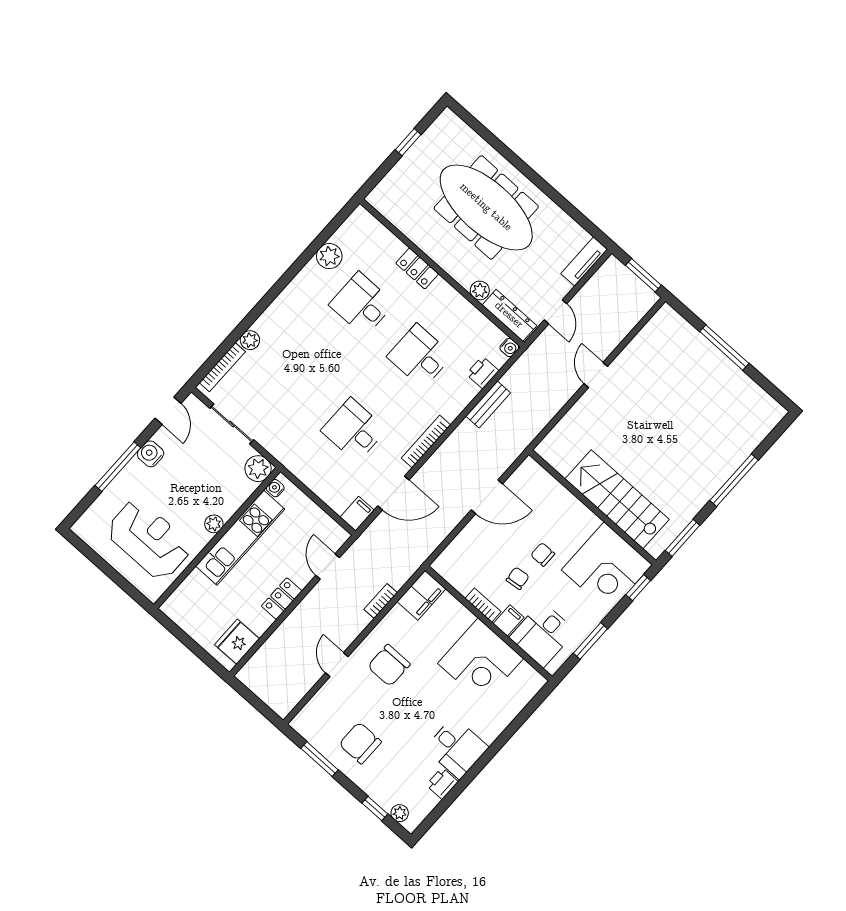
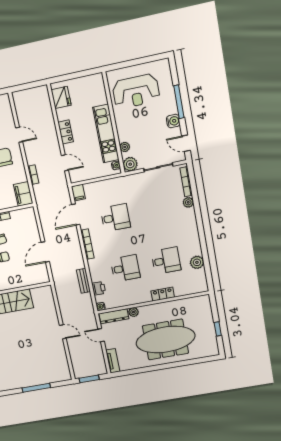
plant: (214, 524) -> (125, 147), moved

